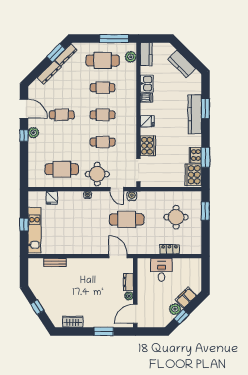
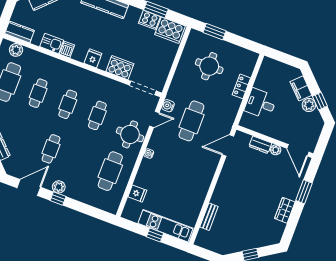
wardrobe: (73, 322) -> (285, 210), moved

